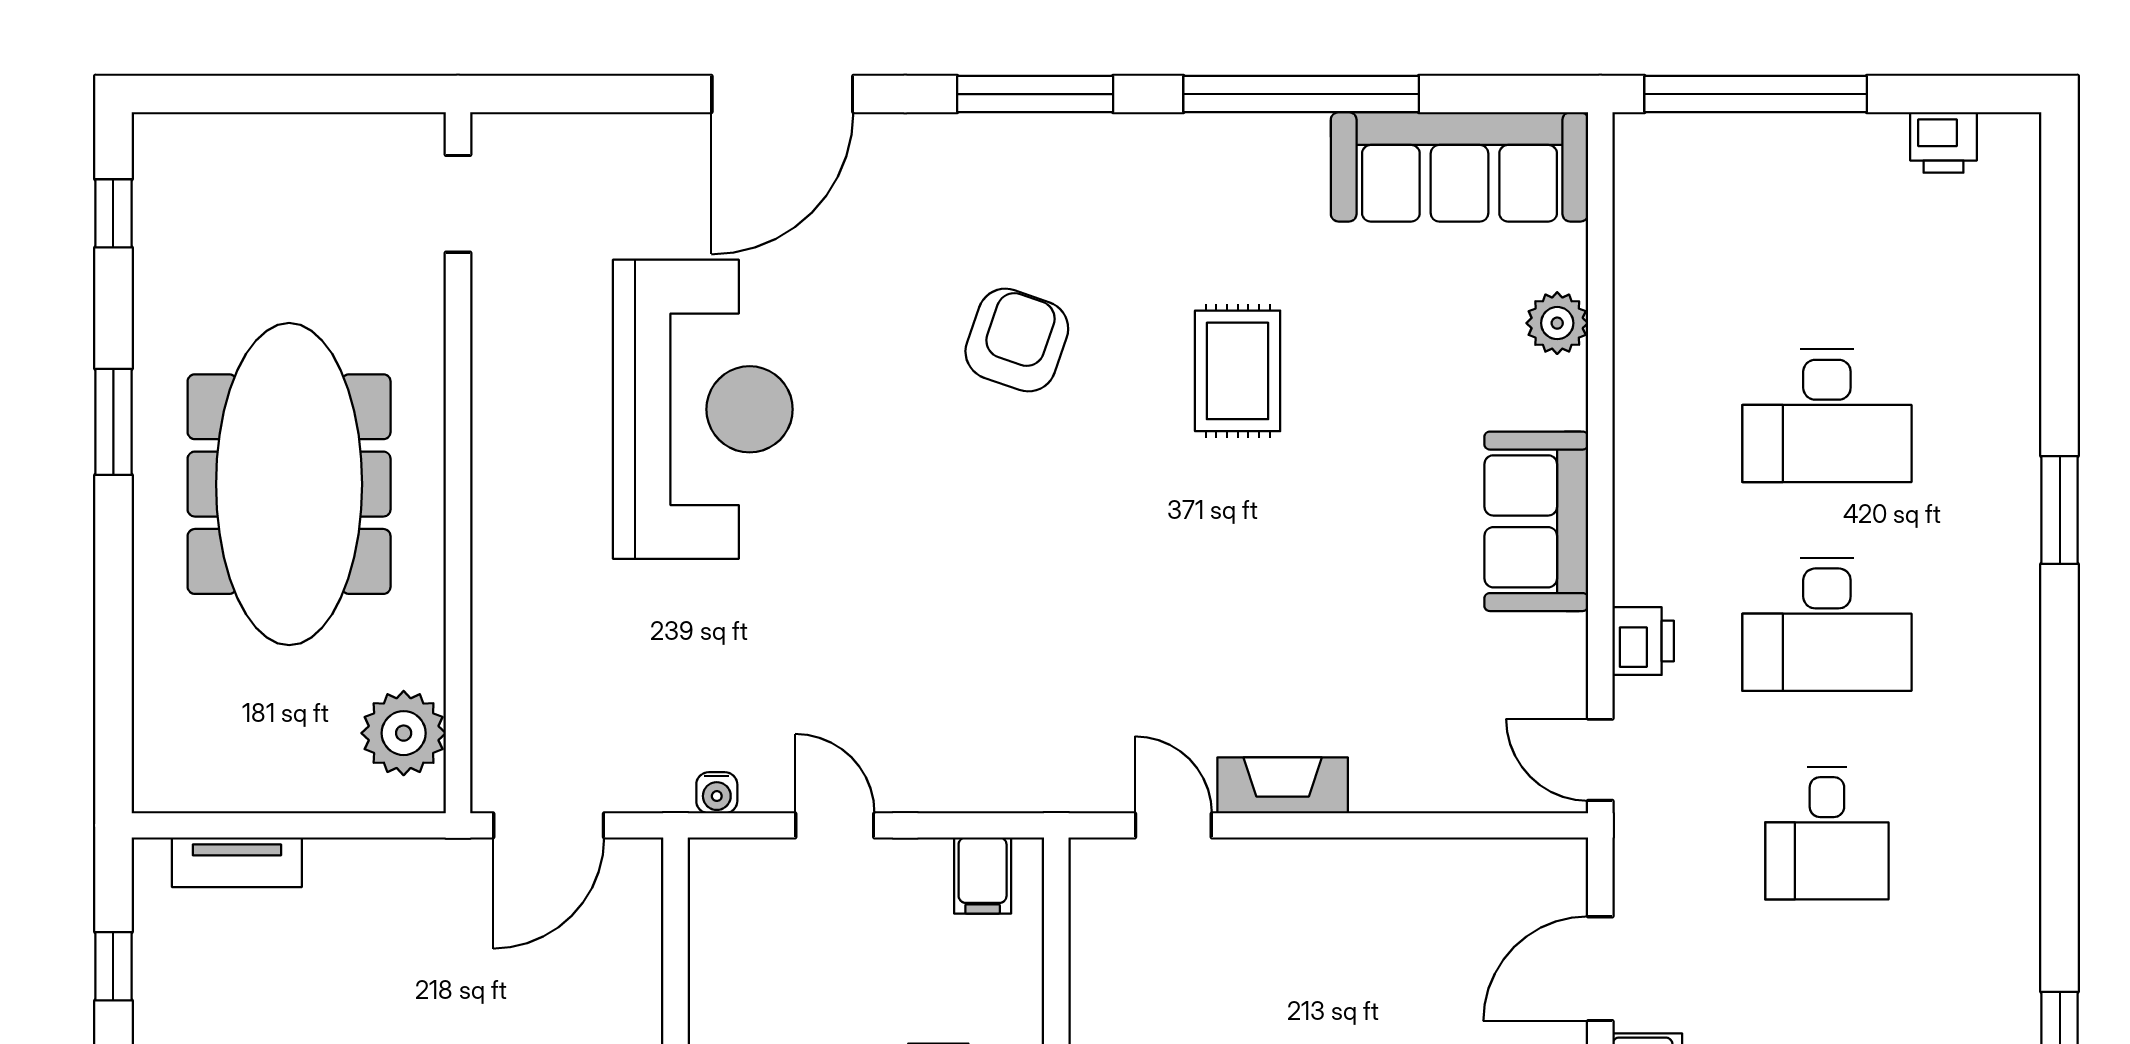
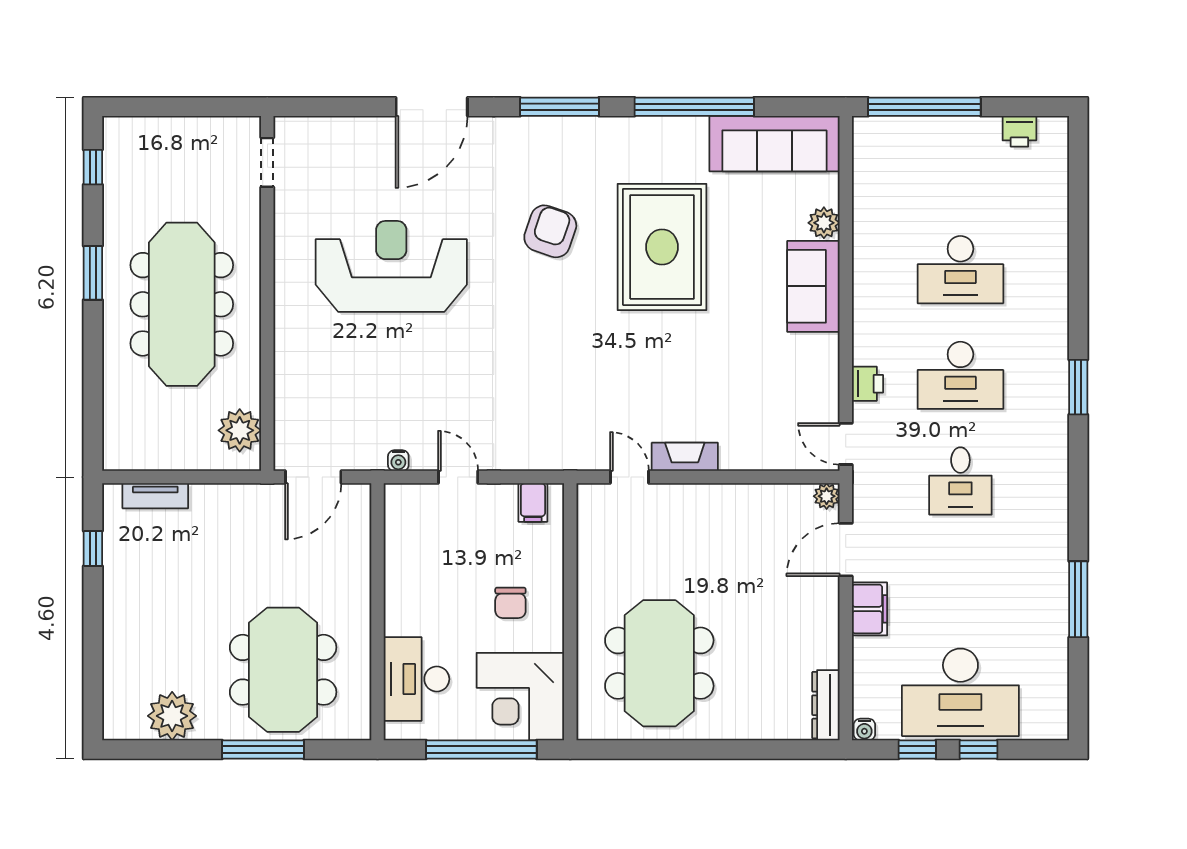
rug: (1238, 371) -> (662, 247), width x1.86, depth x2.06
reception desk: (703, 409) -> (391, 266), turned -90
window: (2060, 510) -> (1078, 387), moved
sofa: (1536, 521) -> (813, 286), moved
plant: (1563, 863) -> (827, 496), added

